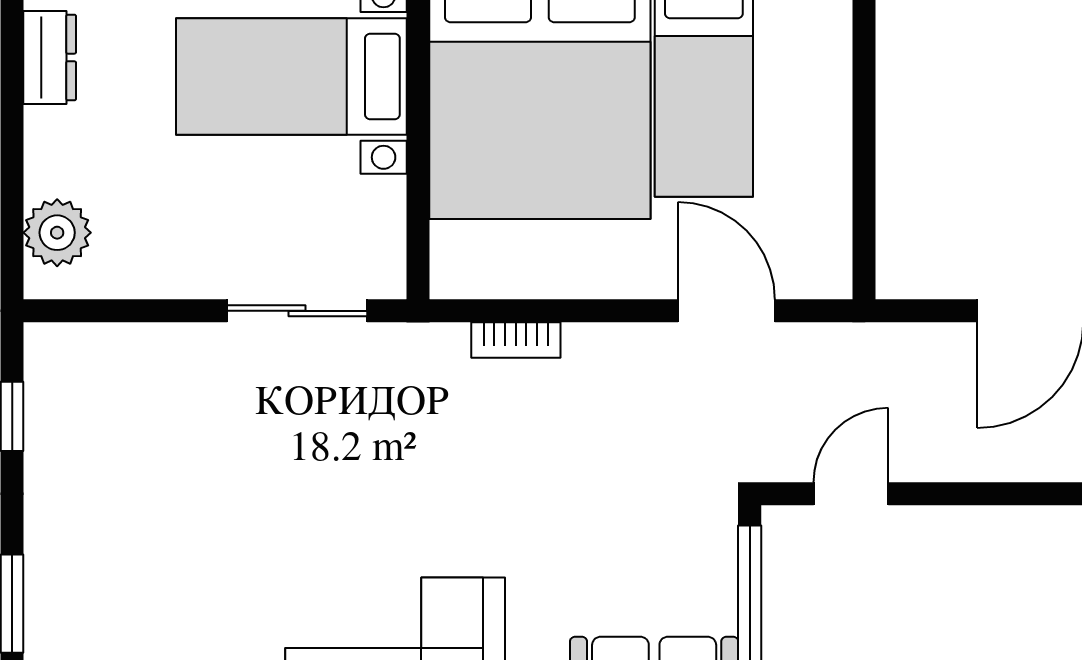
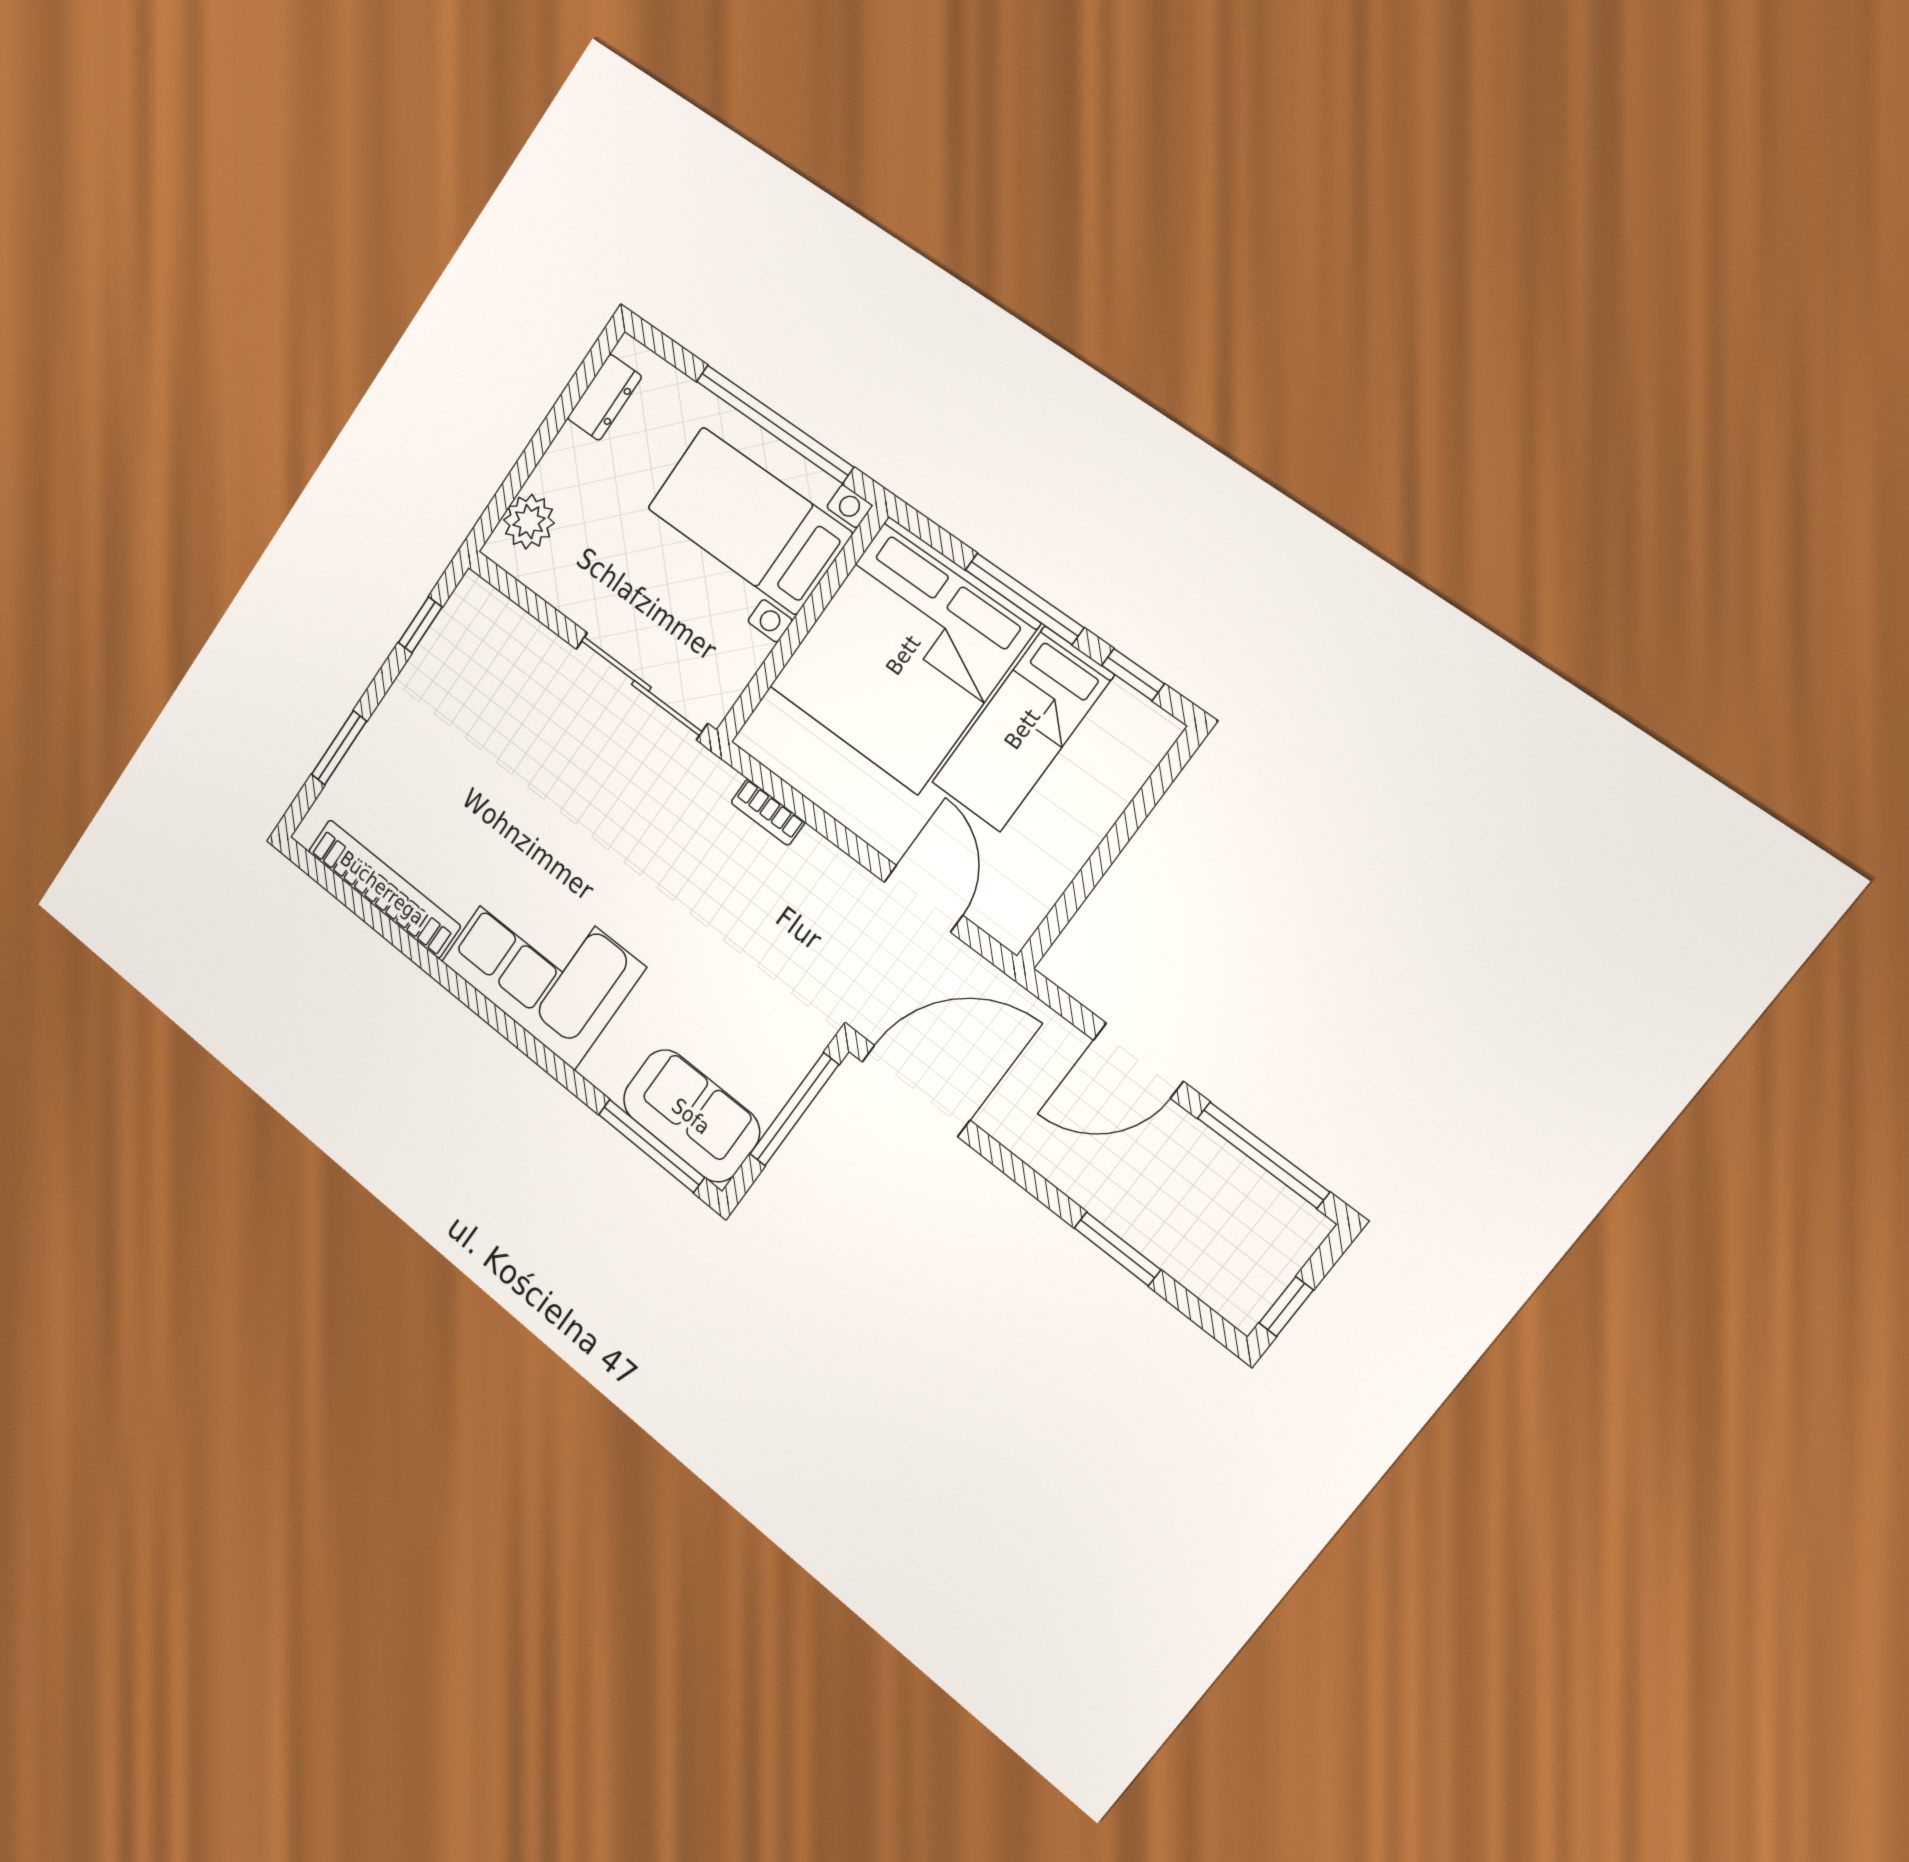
sliding door: (297, 311) -> (641, 686), width x1.37
door: (851, 494) -> (916, 1091), width x1.87

